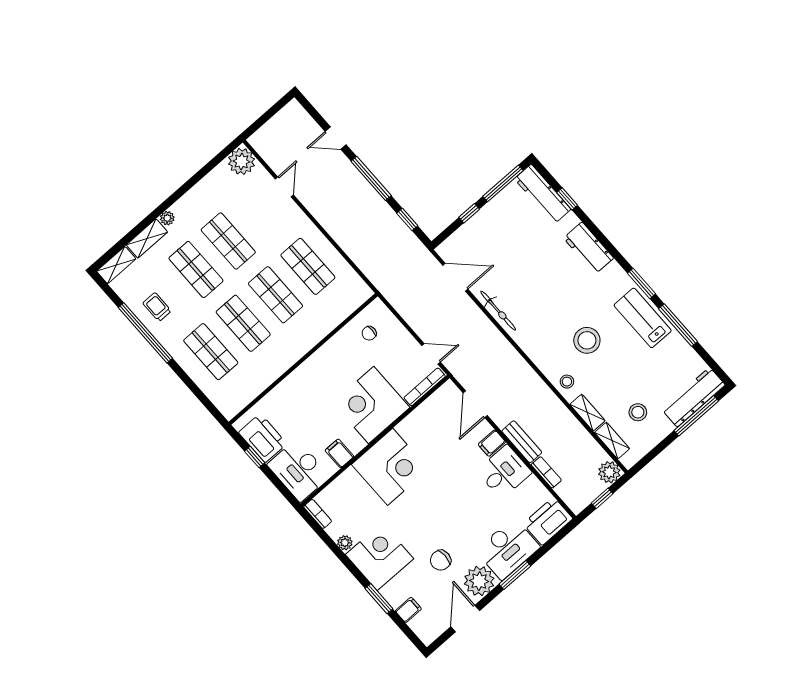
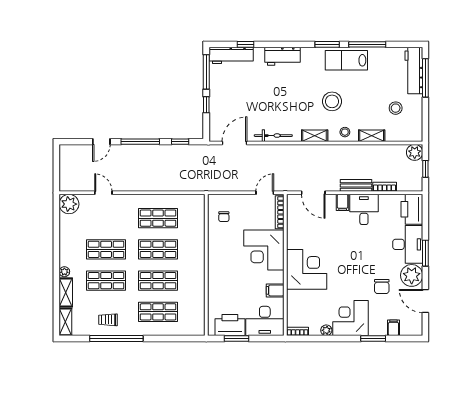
shelving: (612, 441) -> (315, 136), moved
window: (255, 457) -> (236, 339), width x1.50

